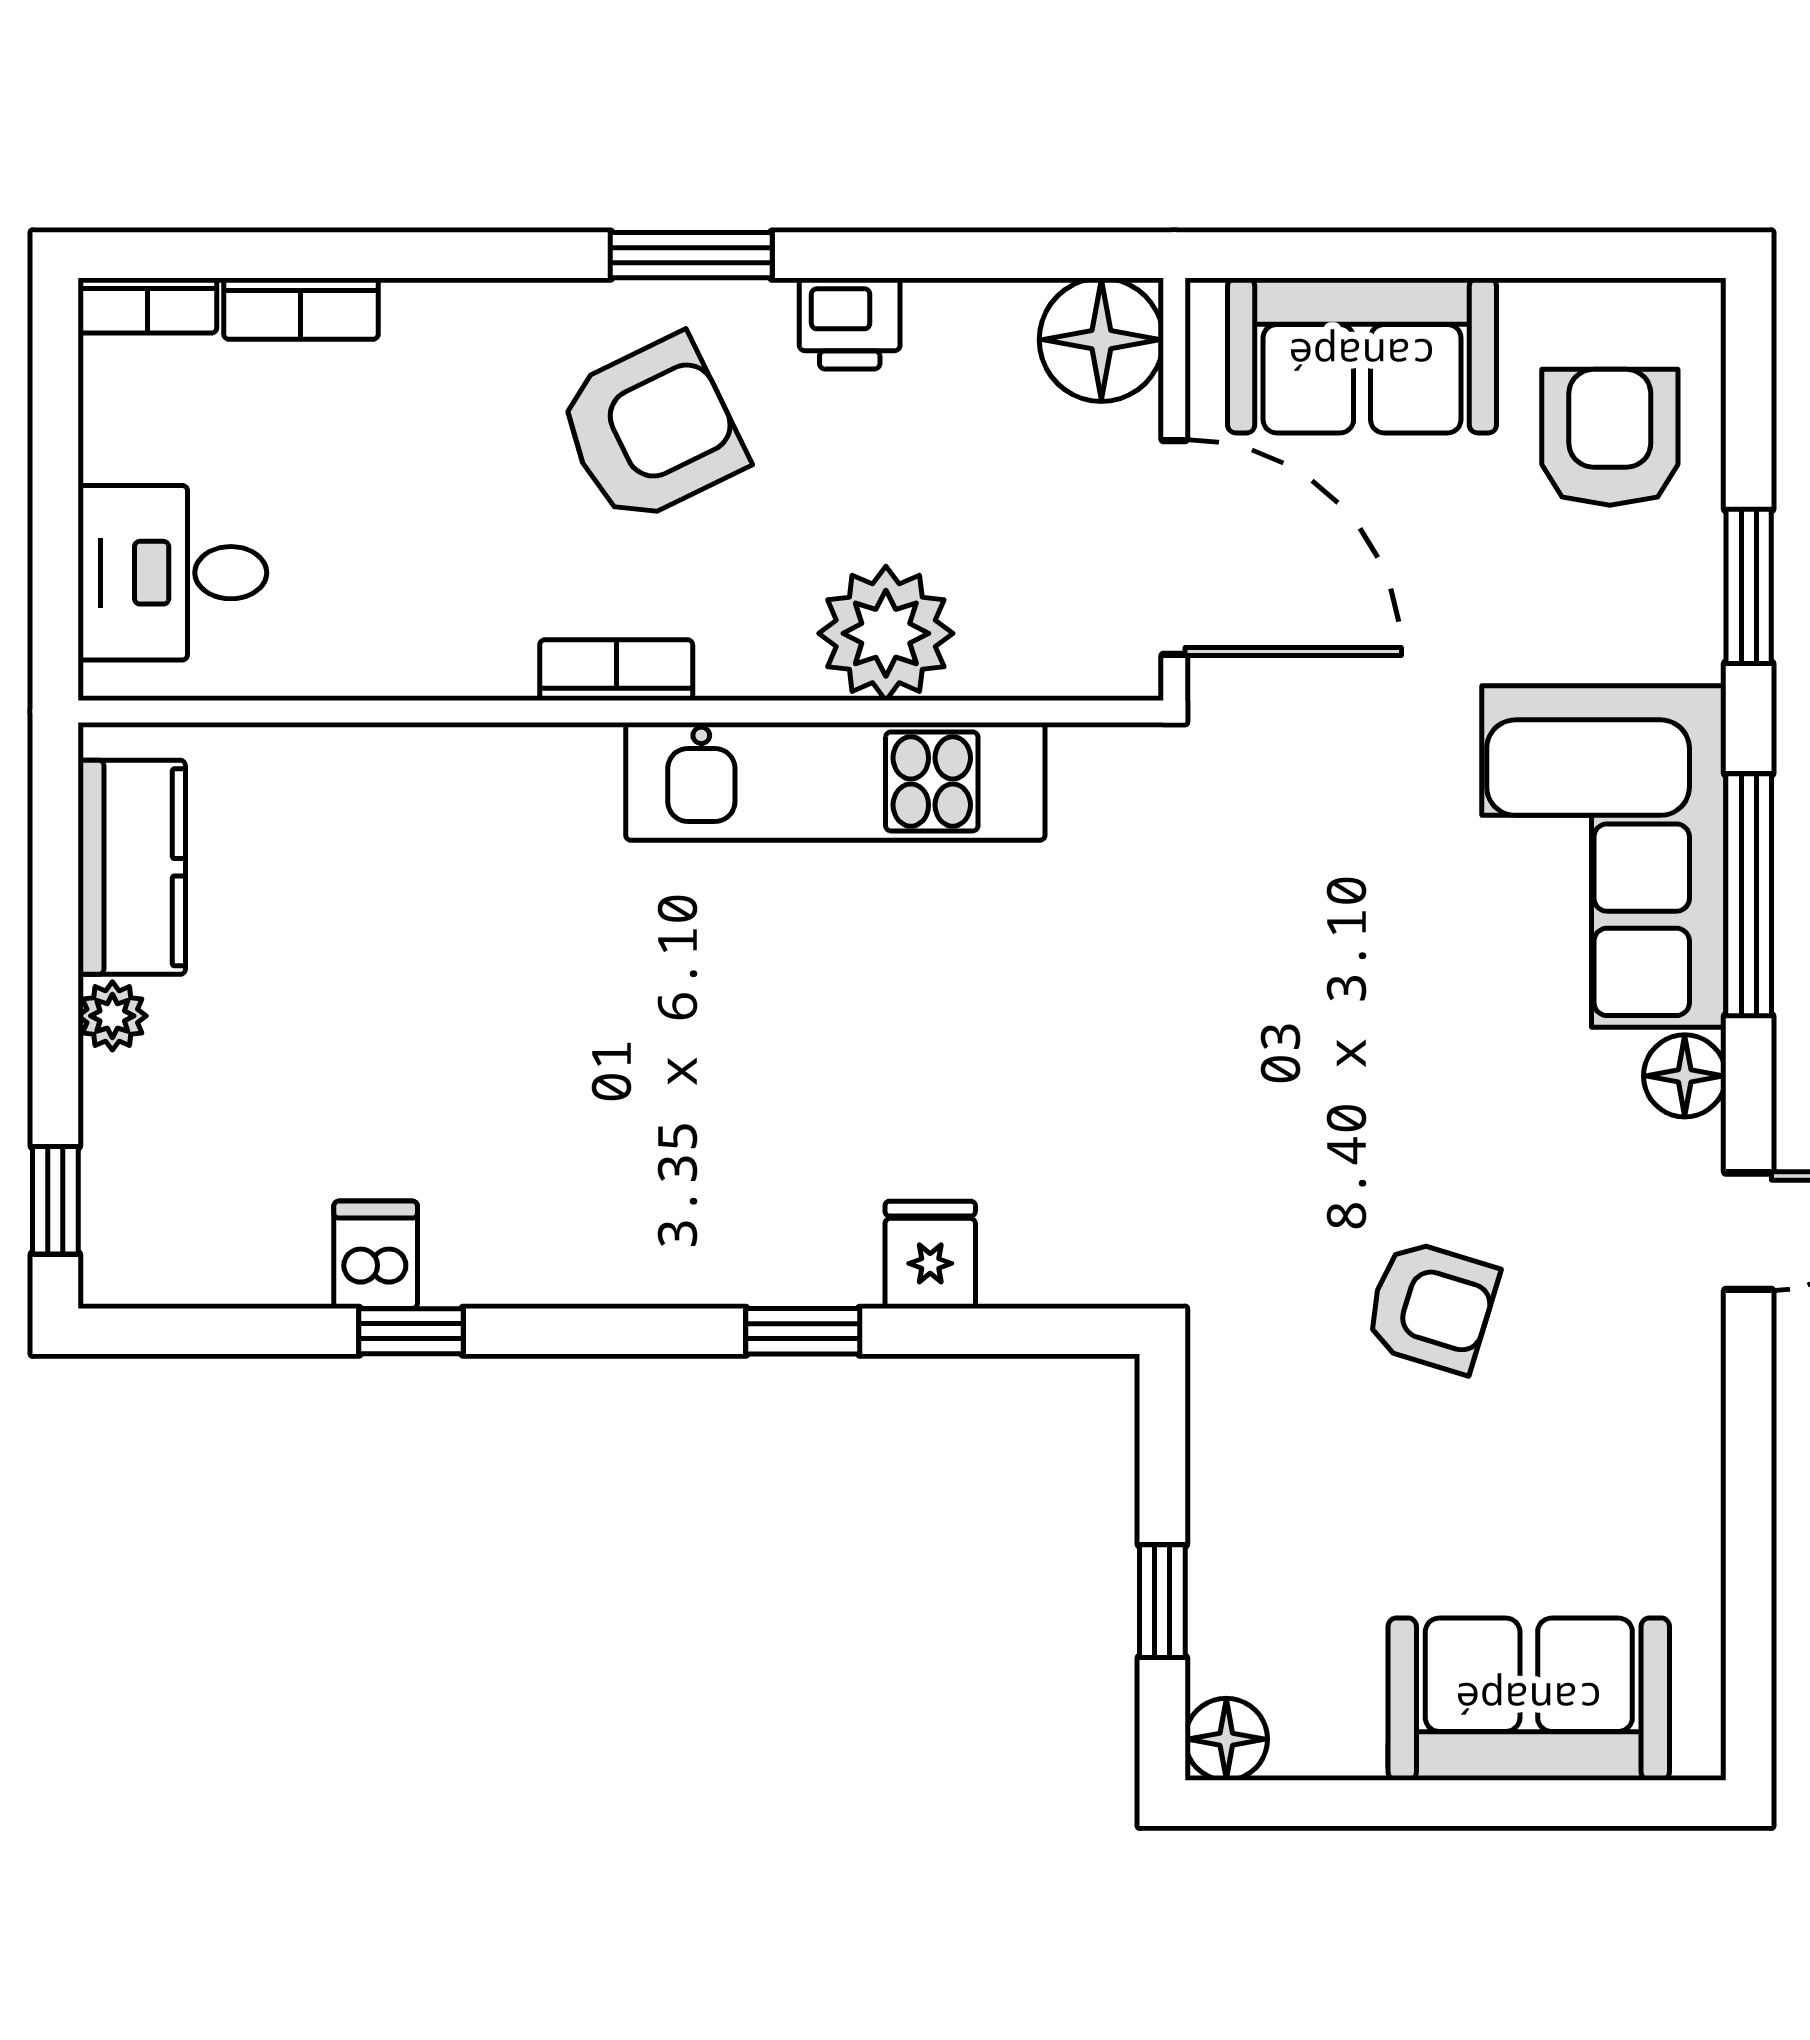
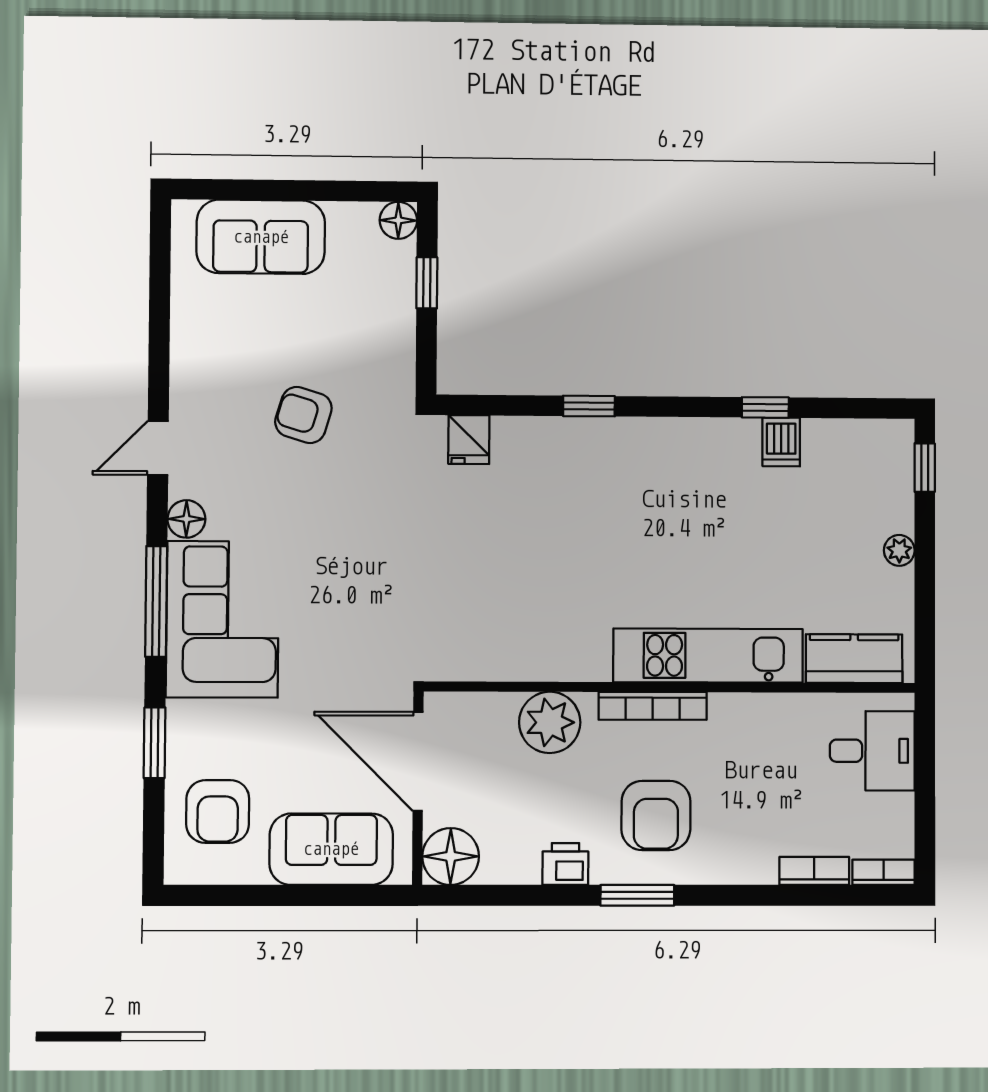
armchair: (651, 430) -> (656, 815), turned -64
bookcase: (616, 670) -> (653, 706), width x1.56
kitchen unit: (835, 781) -> (708, 656), moved
kitchen counter: (132, 867) -> (854, 659), moved, turned 90
fridge: (930, 1255) -> (469, 440), moved

